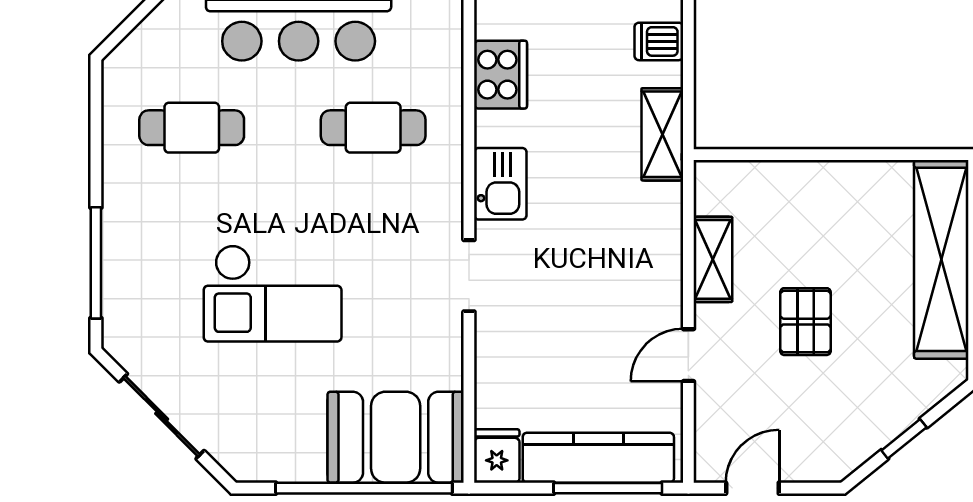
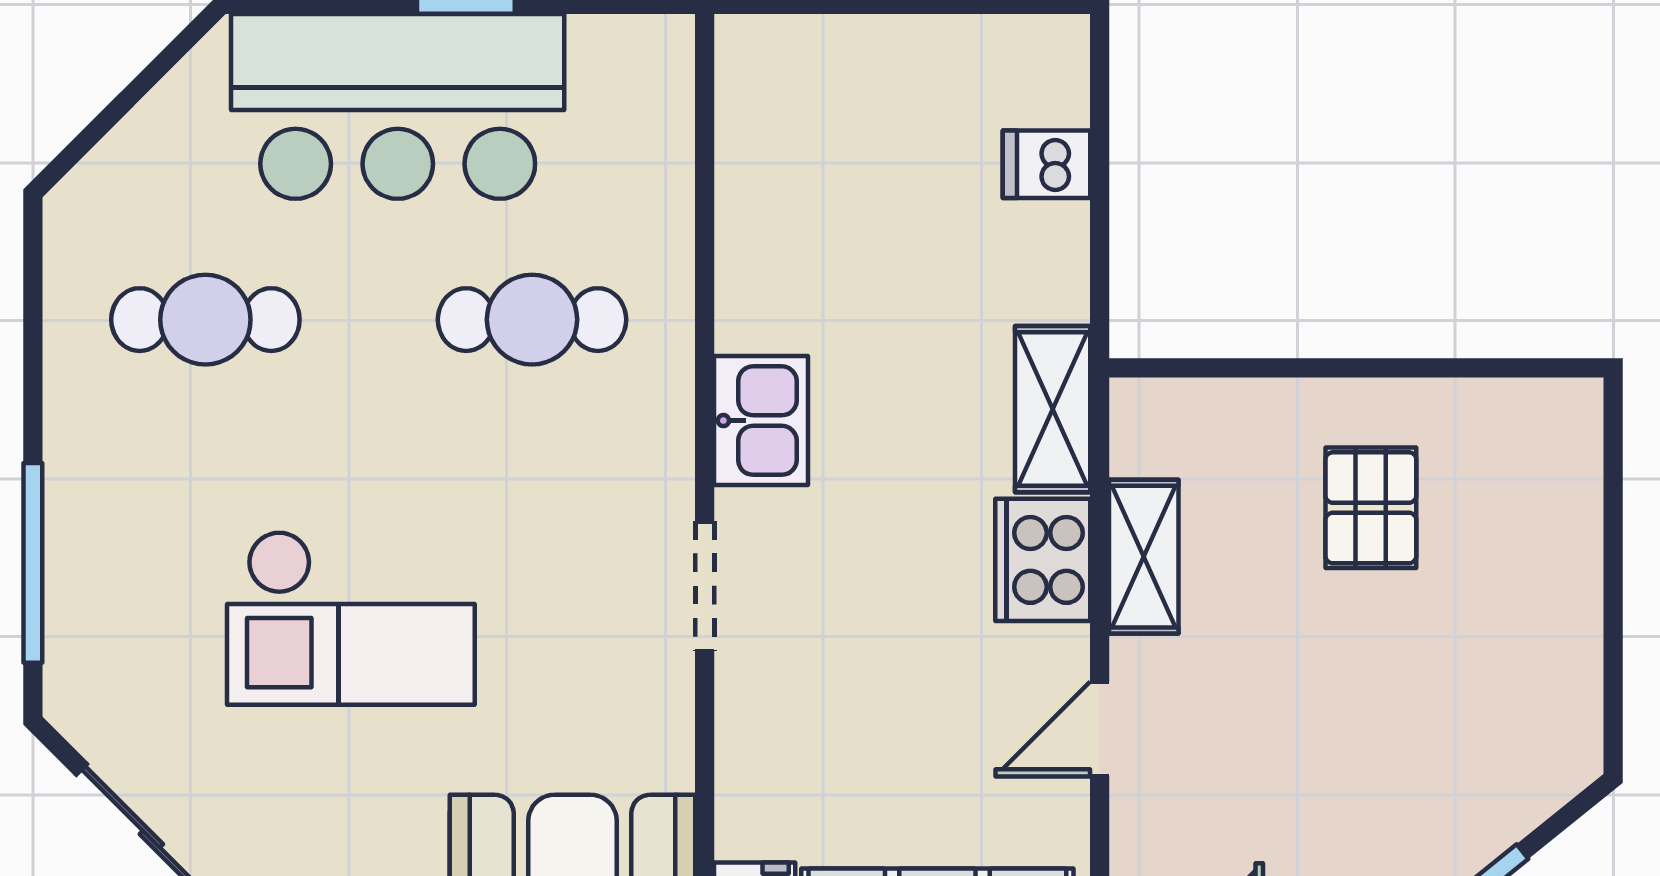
cooker: (501, 75) -> (1043, 560), moved, turned 180
shelving: (662, 134) -> (1053, 409), moved
shelving: (941, 259) -> (1555, 557), removed
pallet: (805, 322) -> (1371, 508), moved

